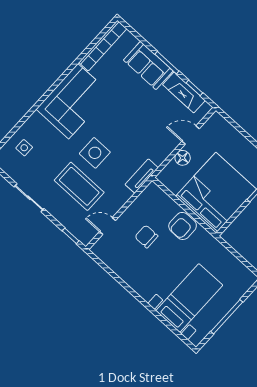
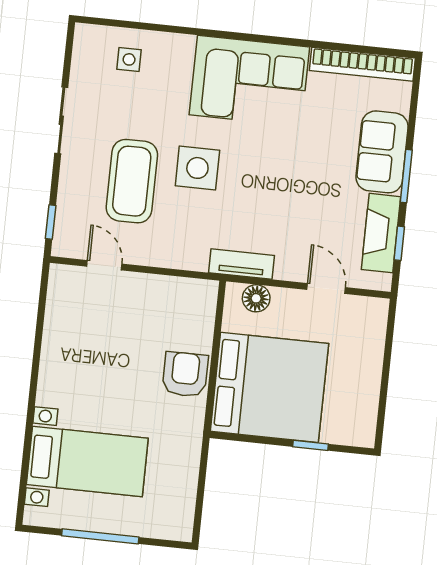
floor lamp: (183, 158) -> (256, 298), moved
tv unit: (142, 176) -> (242, 264), moved
armchair: (183, 226) -> (185, 374), turned 90
chair: (146, 236) -> (131, 333), removed

